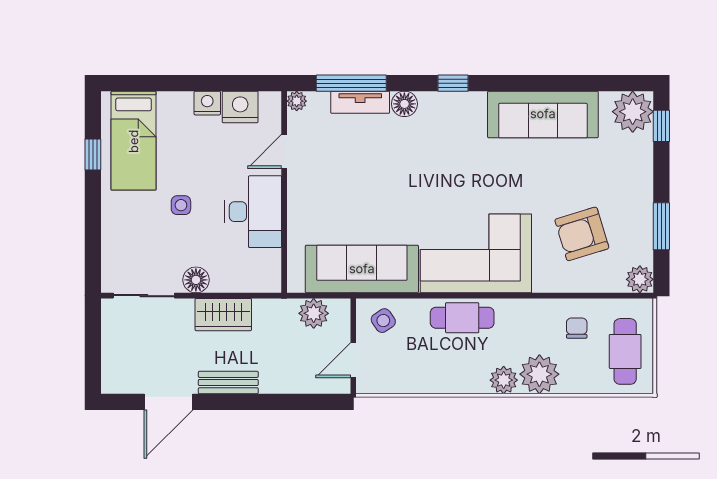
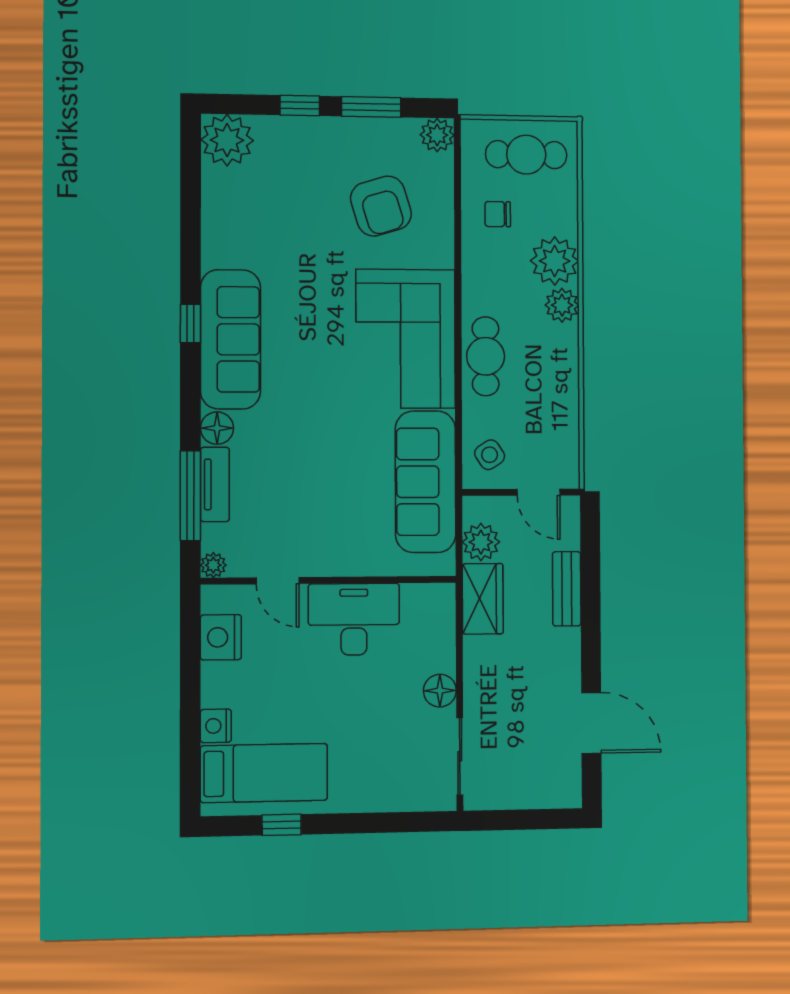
window: (453, 83) -> (190, 324), moved
nightstand: (207, 103) -> (216, 726), moved
sofa: (543, 114) -> (231, 339), moved
window: (661, 126) -> (300, 106), moved
side table: (181, 205) -> (346, 711), removed
wardrobe: (223, 315) -> (483, 599), moved
bench: (228, 383) -> (567, 589), moved

